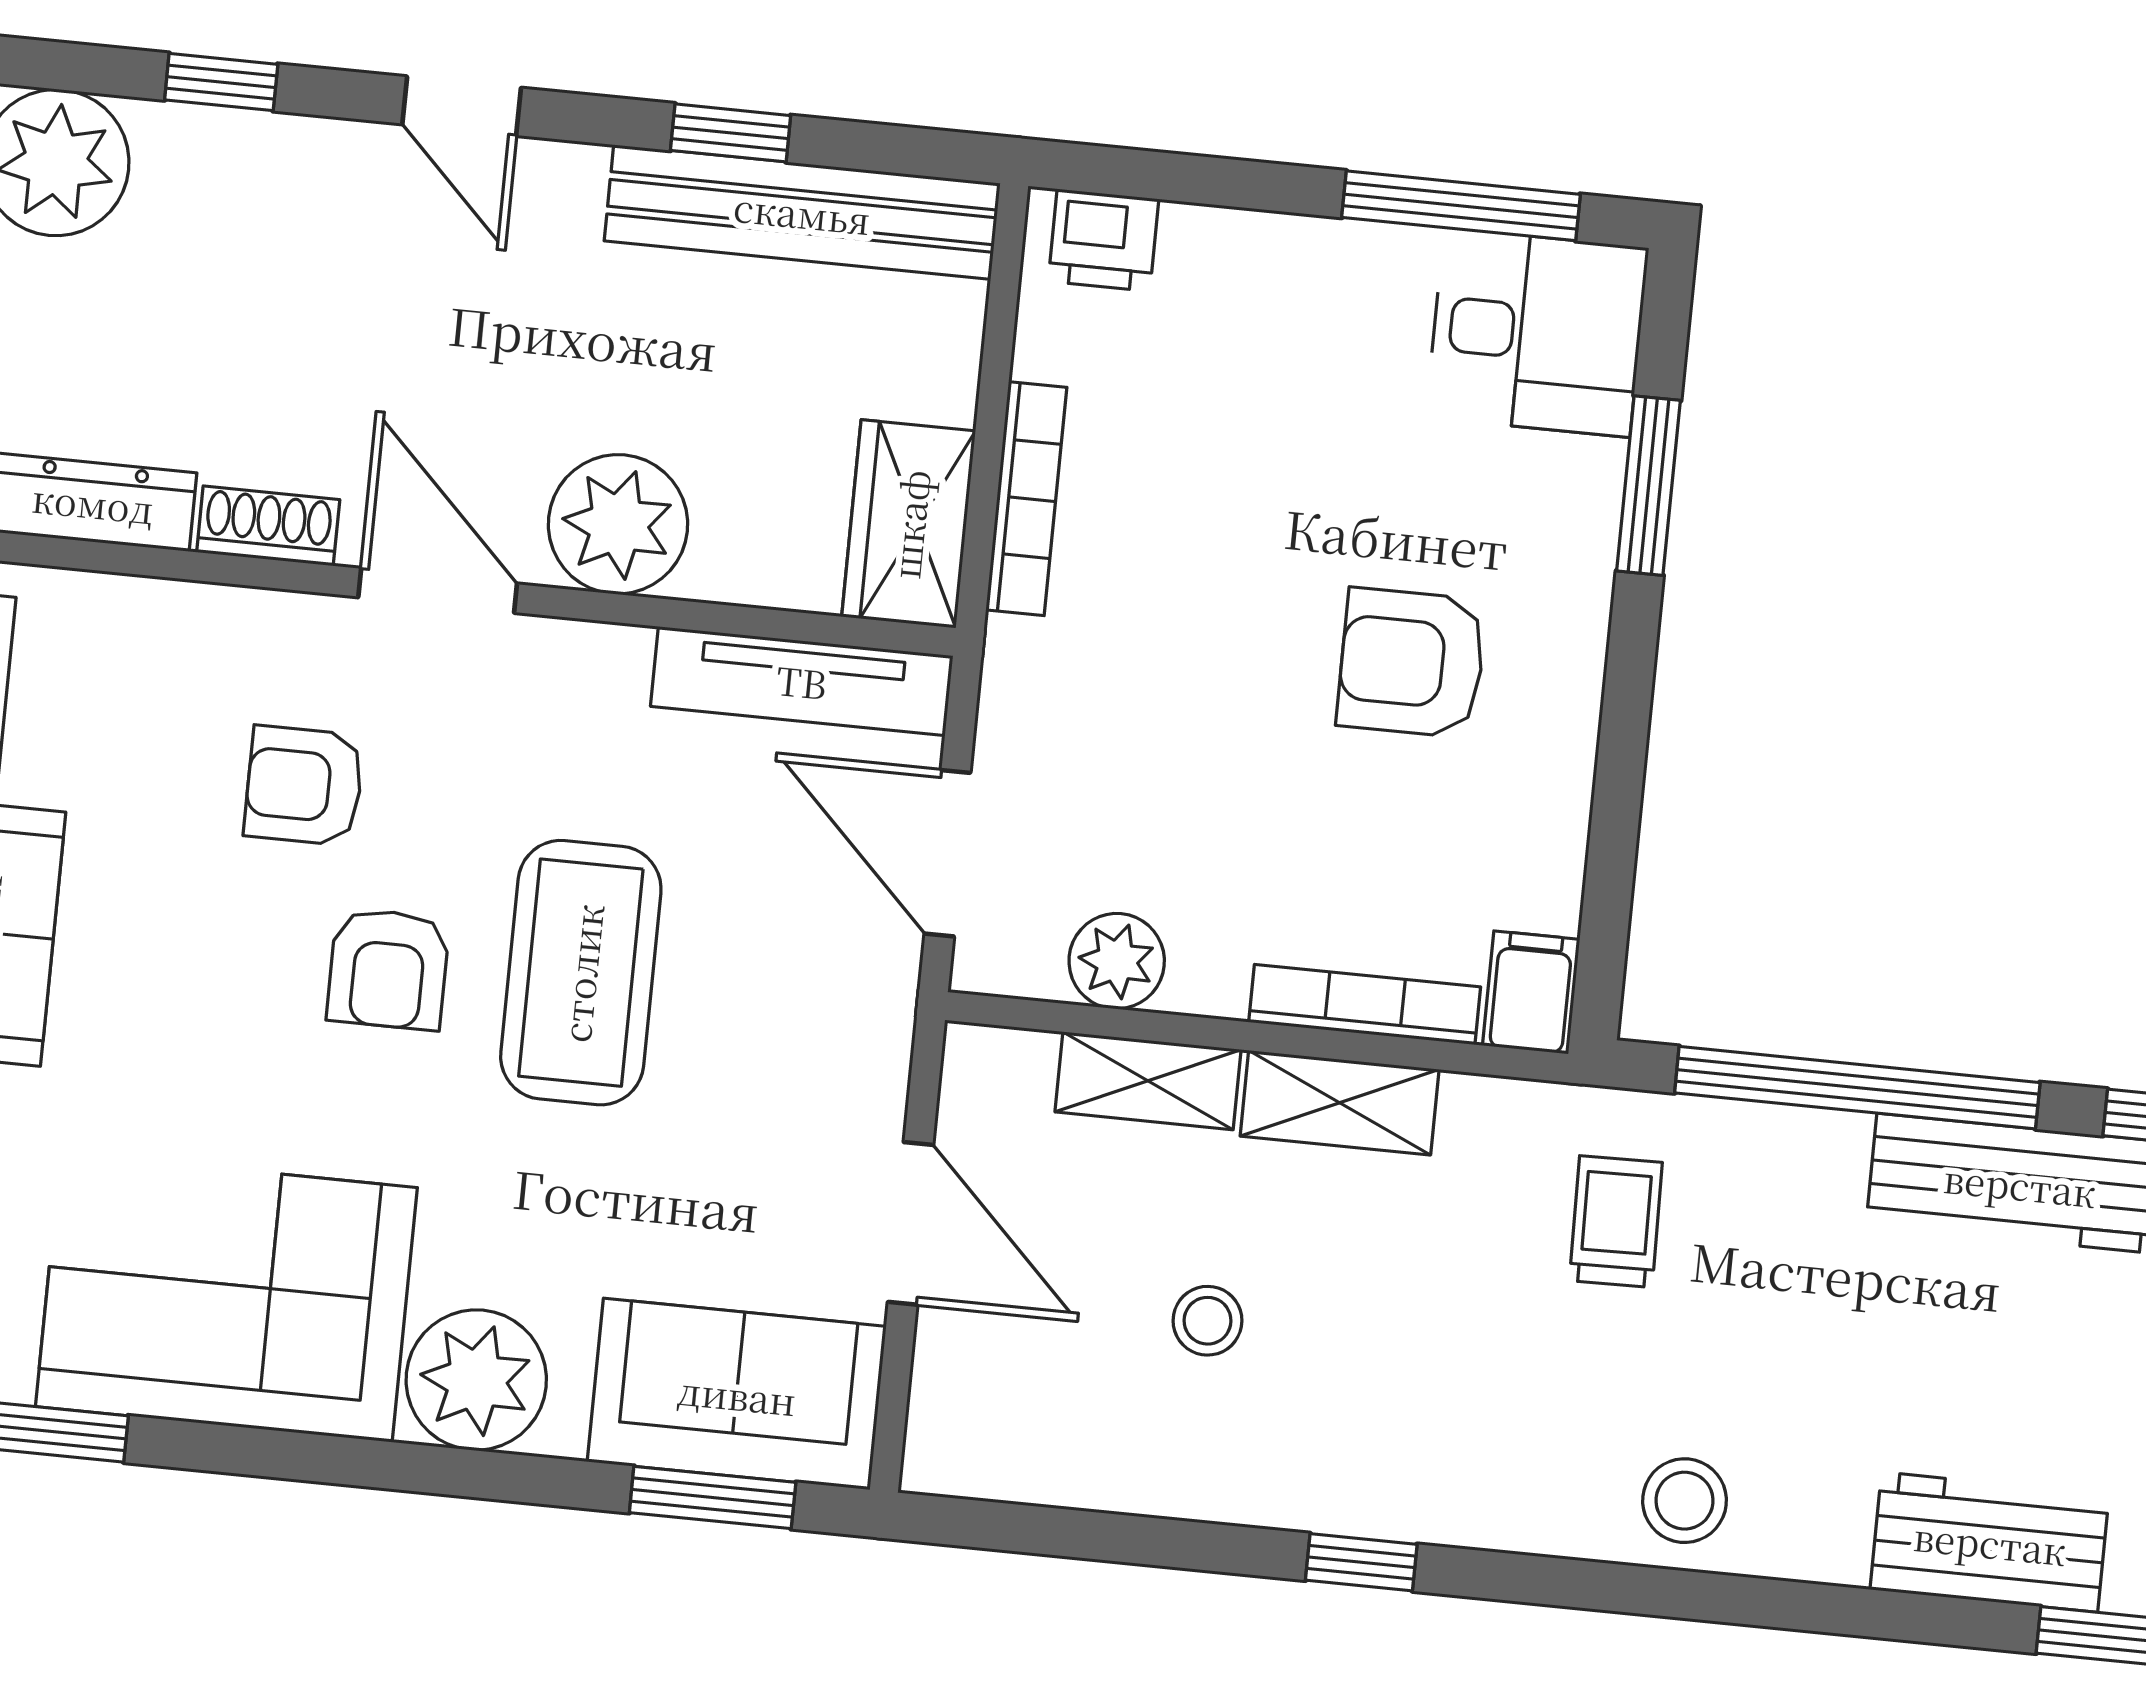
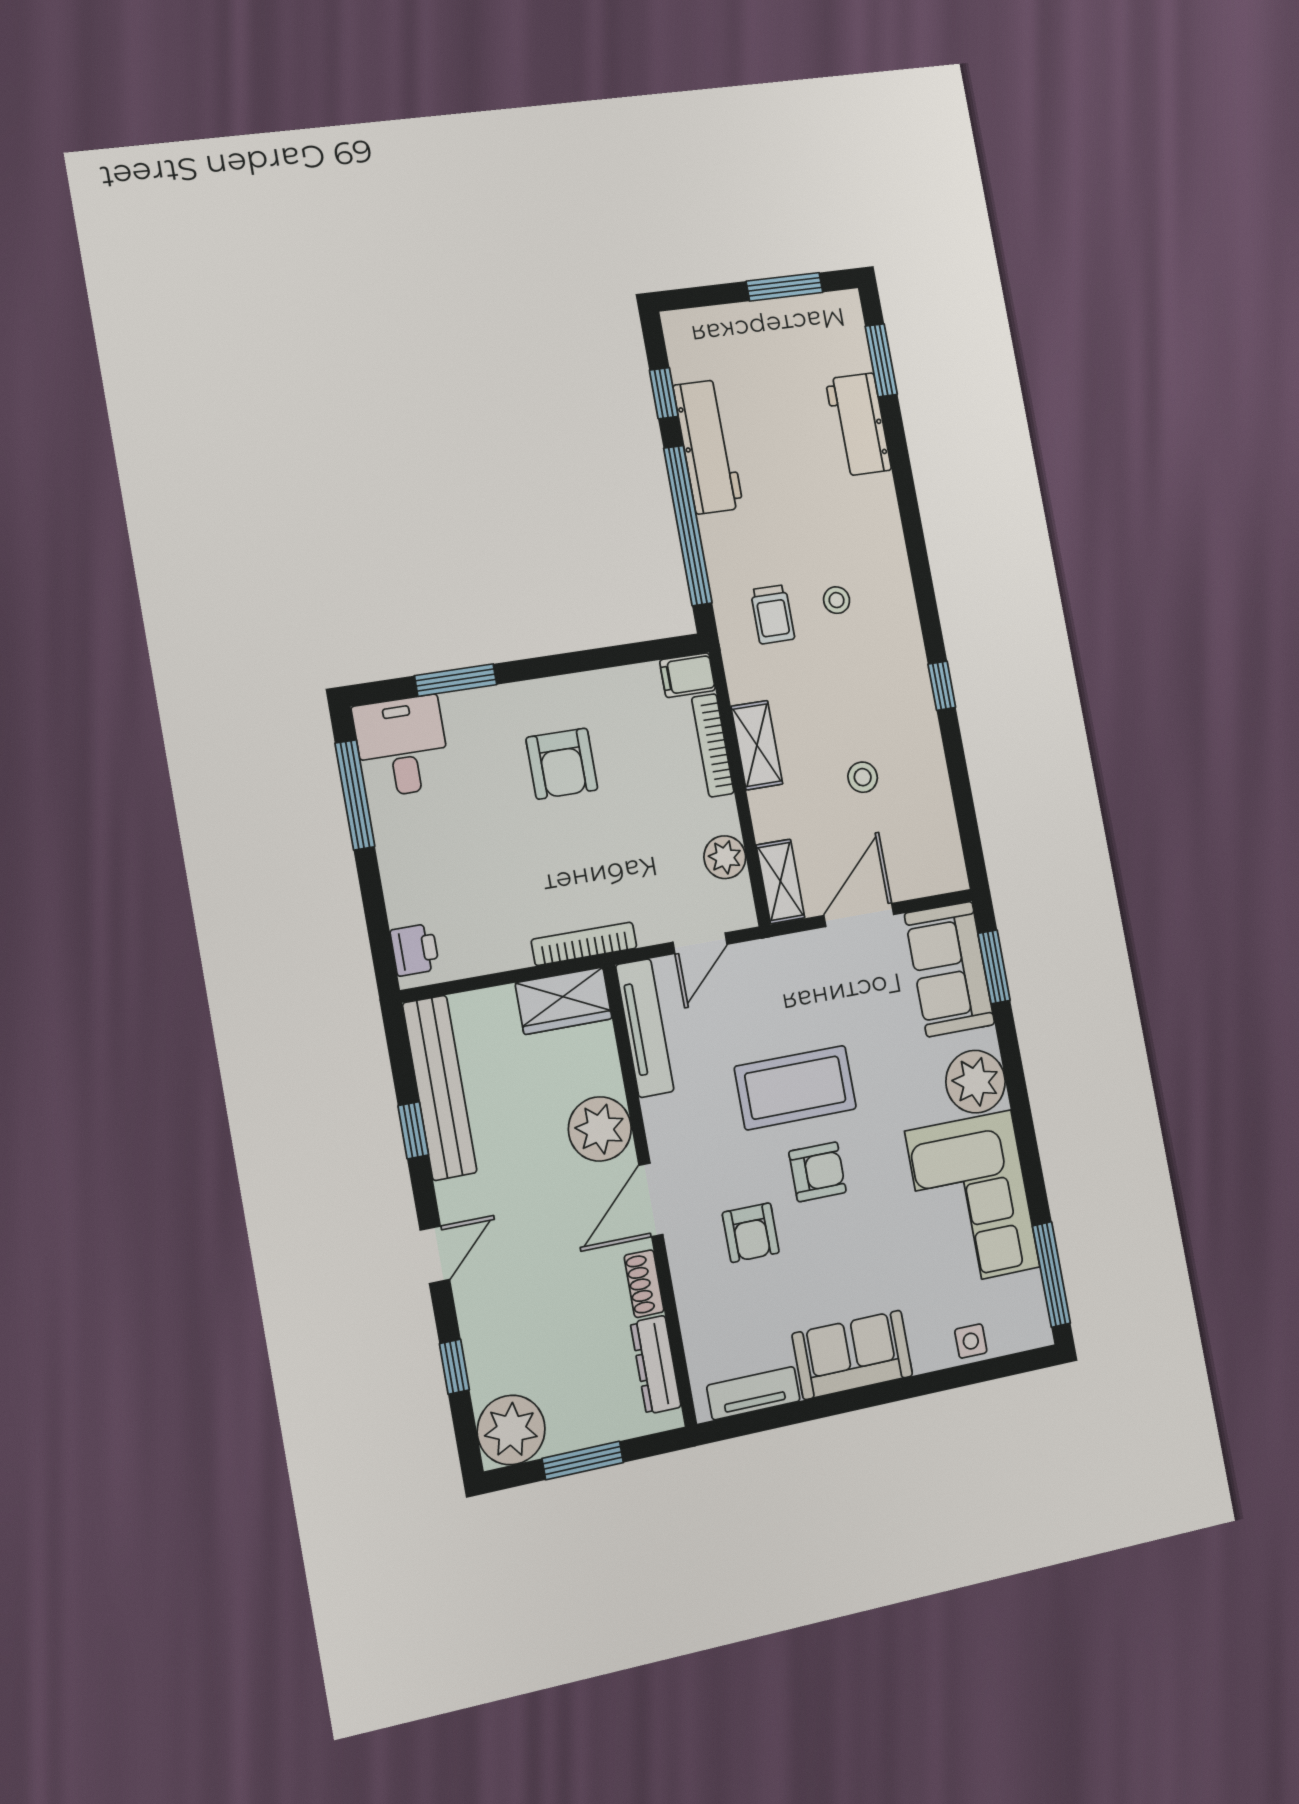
bookcase: (1026, 499) -> (584, 944), moved
door: (947, 853) -> (700, 943), width x0.73
shelving: (1148, 1081) -> (780, 881), moved
trolley: (1616, 1222) -> (773, 614), turned -89
stool: (1685, 1501) -> (837, 600), moved, width x0.73, depth x0.73

